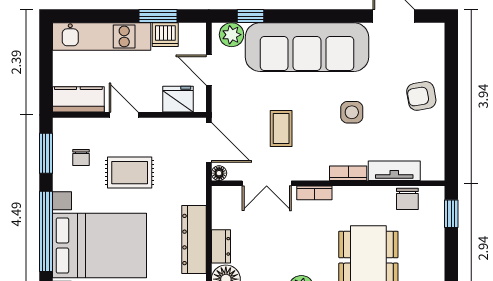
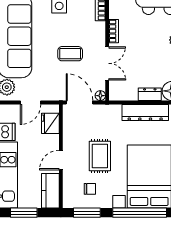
window: (46, 60) -> (24, 213), added
door: (209, 142) -> (80, 102), hinge flipped

